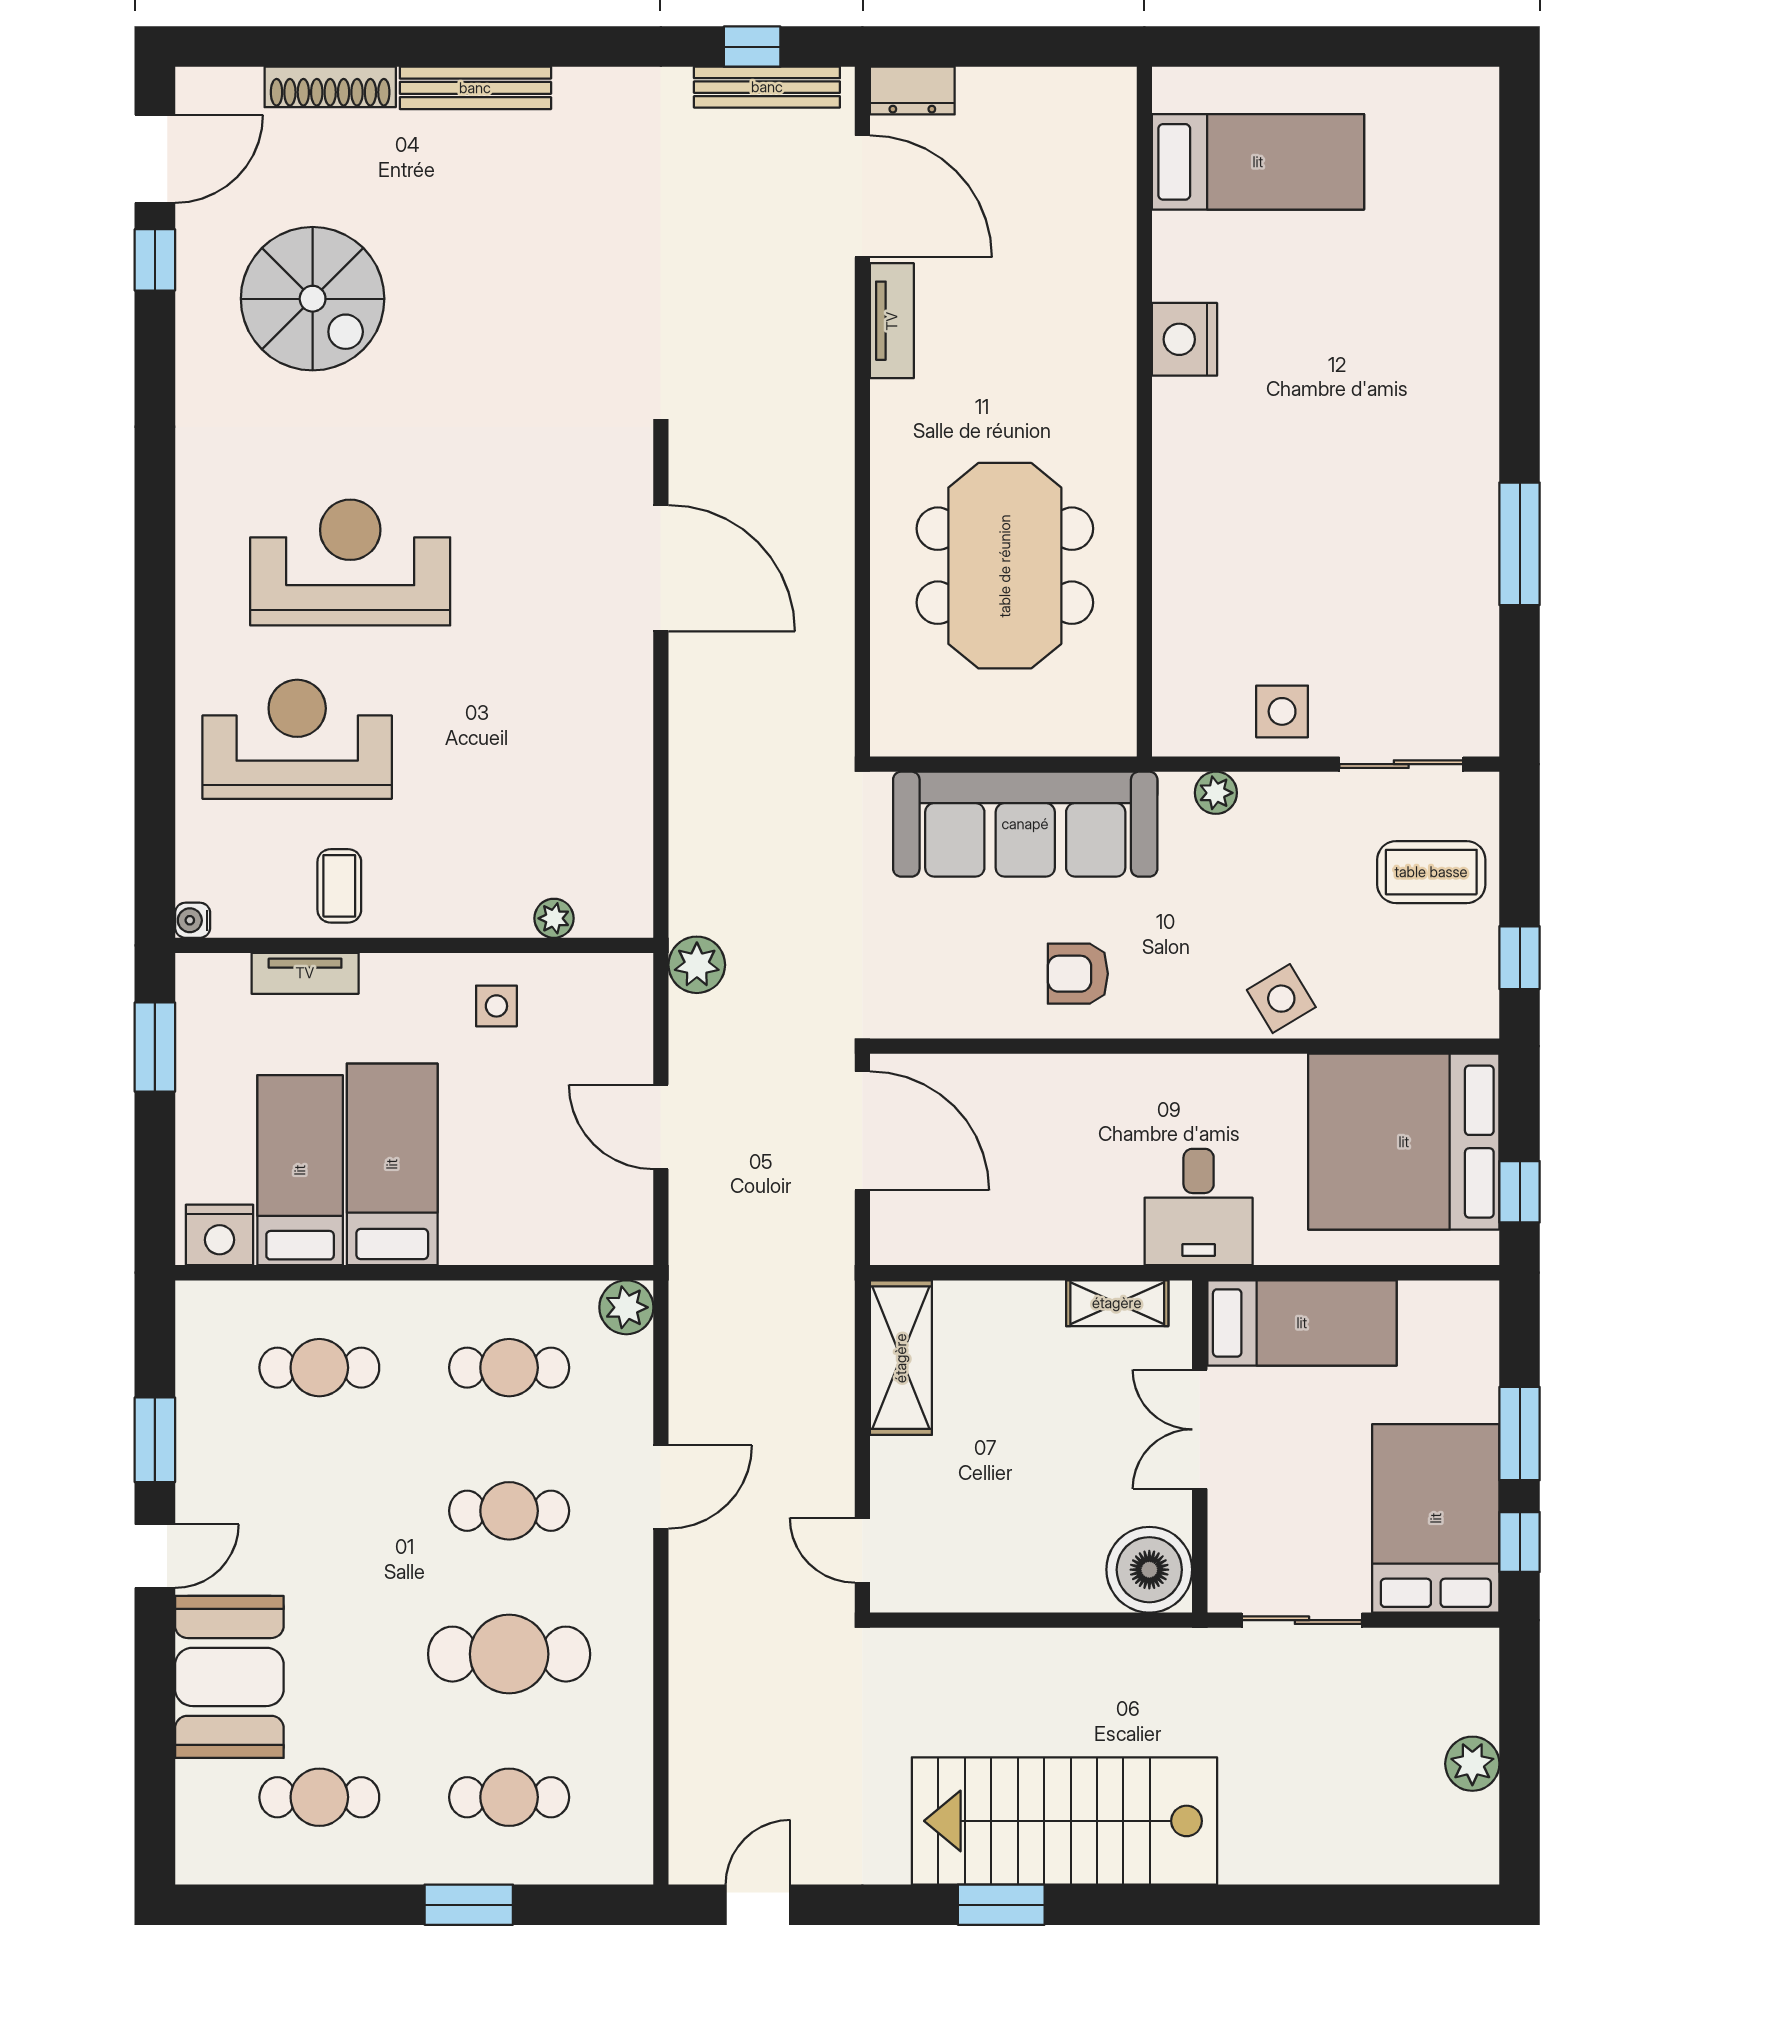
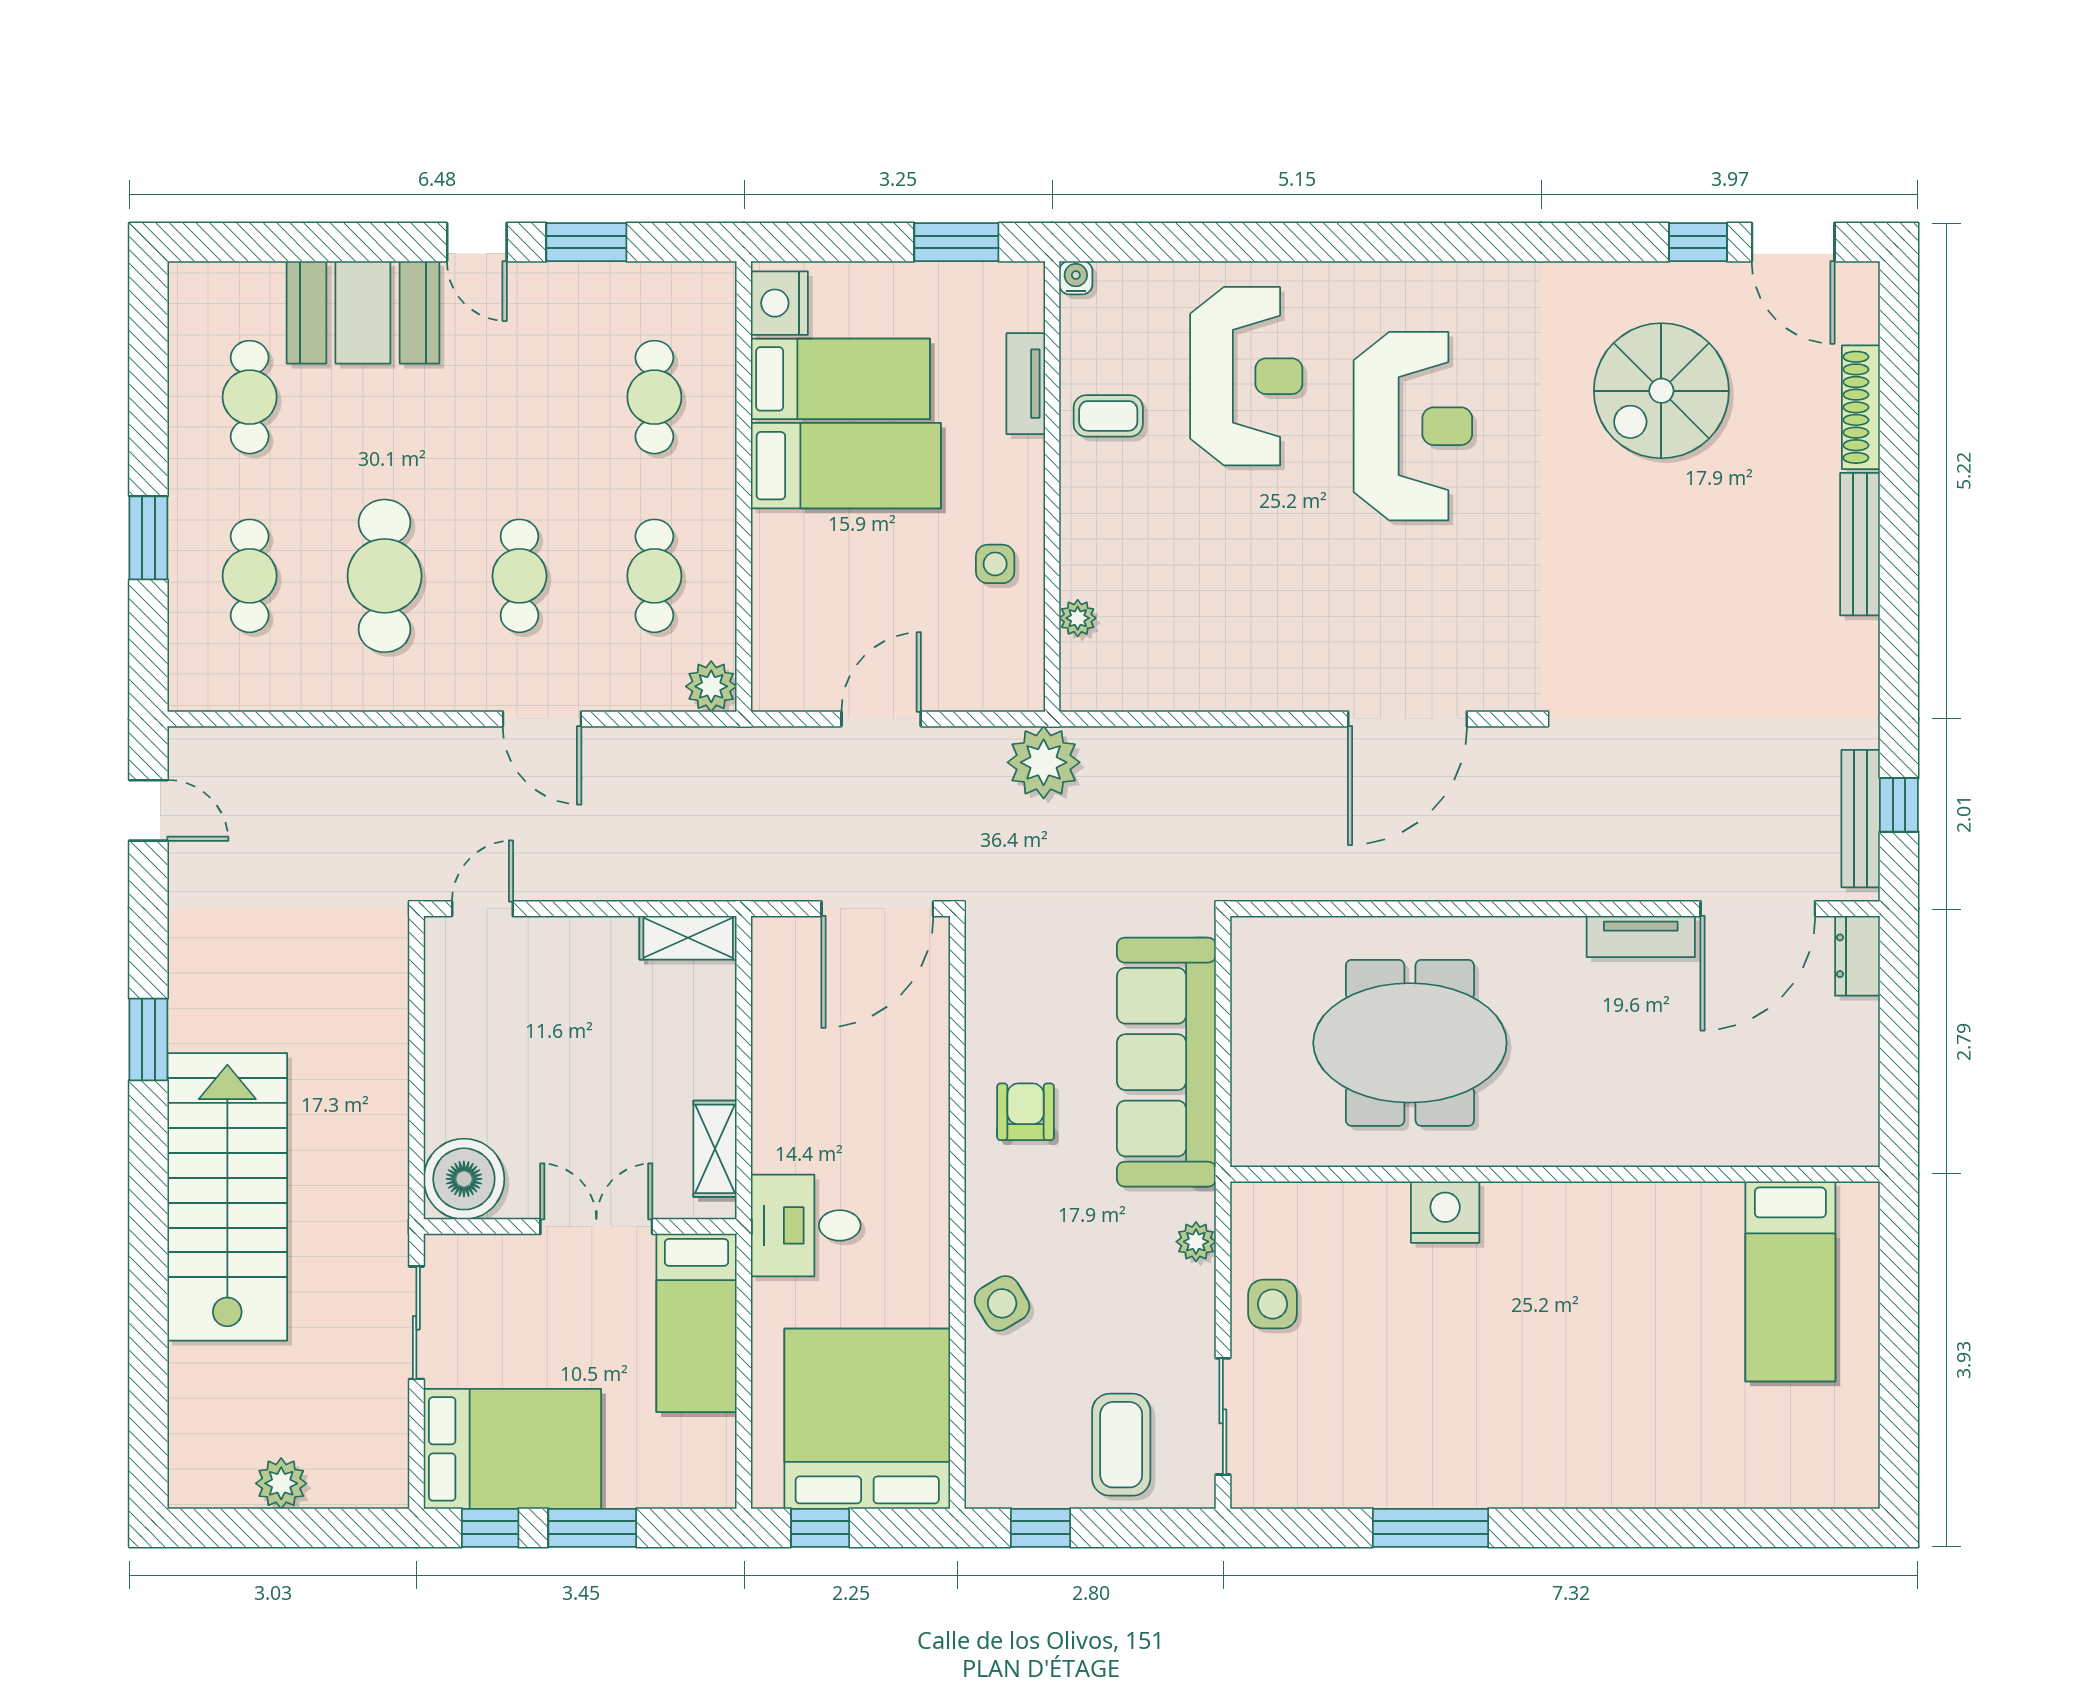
nightstand: (1184, 339) -> (1445, 1212), moved
plant: (697, 965) -> (1044, 762), width x1.36, depth x1.36
shelving: (901, 1358) -> (688, 938), width x0.67, depth x0.75
stairs: (1064, 1821) -> (227, 1197), moved

